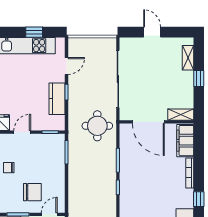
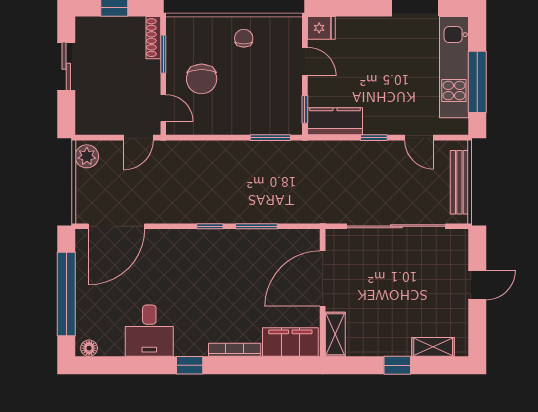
window: (34, 32) -> (477, 82), width x2.17
bench: (92, 42) -> (459, 182), added
kitchen counter: (57, 99) -> (335, 121), moved
round table: (97, 126) -> (316, 191), removed

